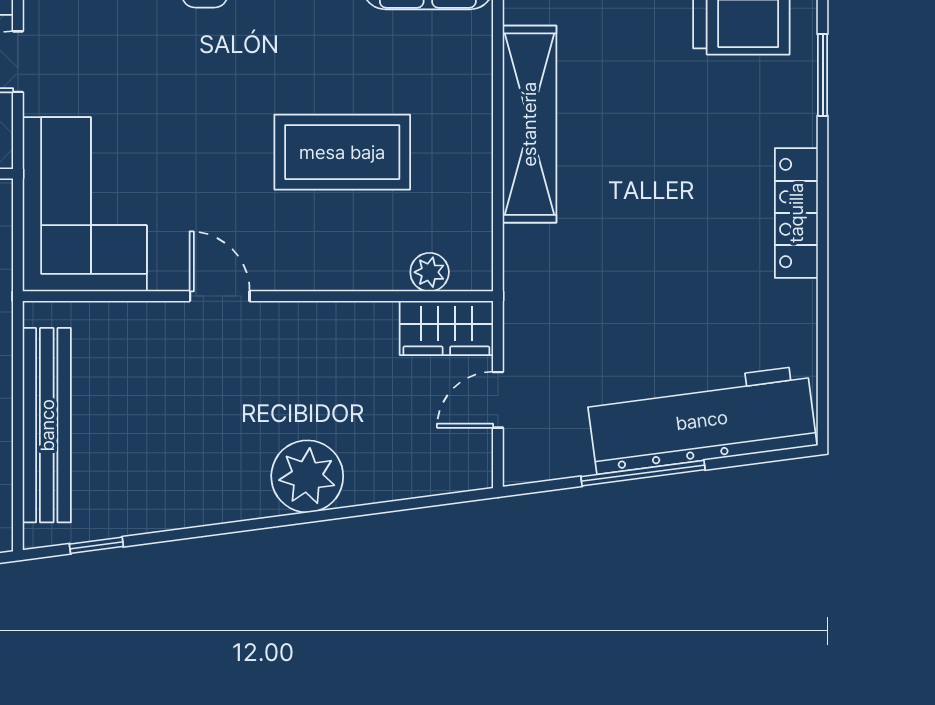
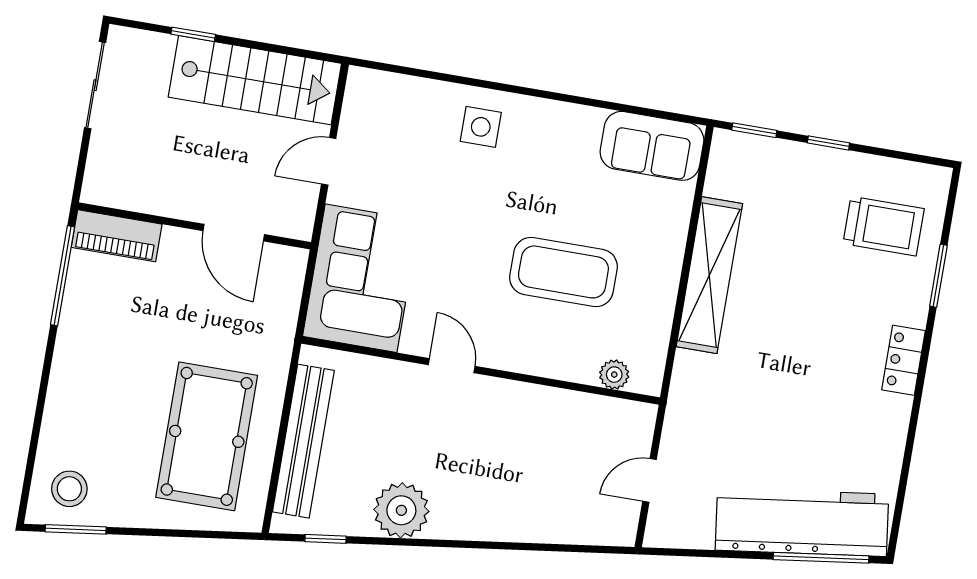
locker: (796, 213) -> (903, 360), width x0.66
wardrobe: (446, 328) -> (620, 419), removed
window: (643, 473) -> (821, 558), moved
plant: (307, 476) -> (401, 510), moved

